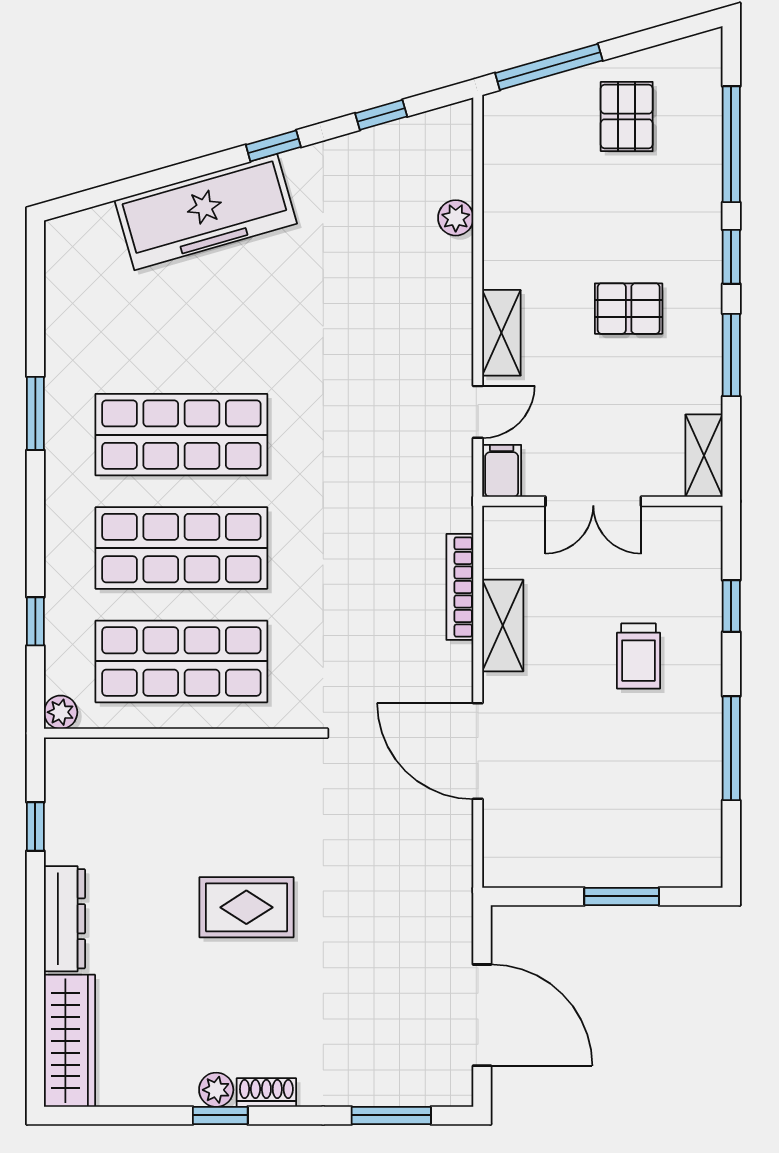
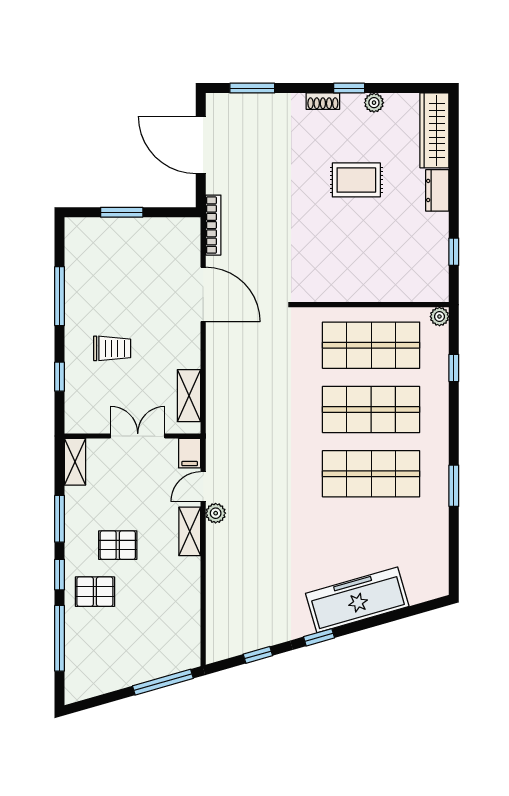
pallet: (627, 116) -> (95, 592), moved, turned 90
plant: (456, 218) -> (216, 513), moved
bookcase: (460, 587) -> (213, 225), moved
shelving: (503, 626) -> (189, 396), moved
trolley: (638, 656) -> (112, 348), turned 90
rug: (246, 907) -> (356, 180), moved
dresser: (64, 919) -> (437, 190), width x0.70
plant: (216, 1090) -> (374, 103), moved

